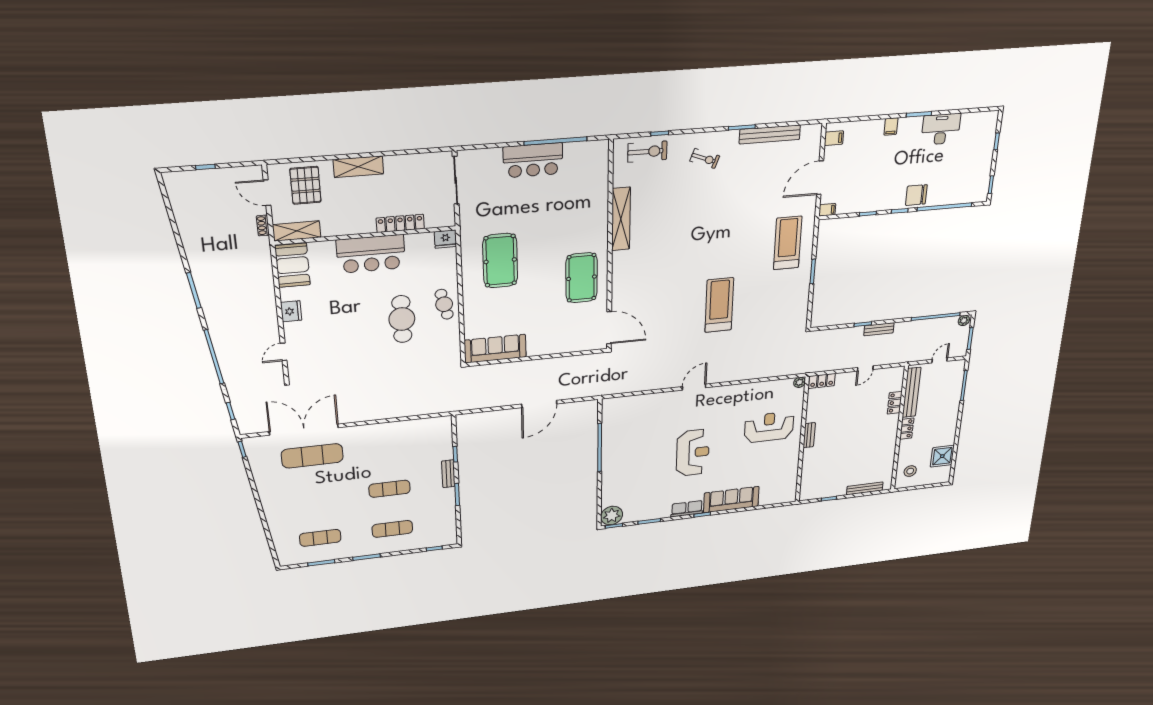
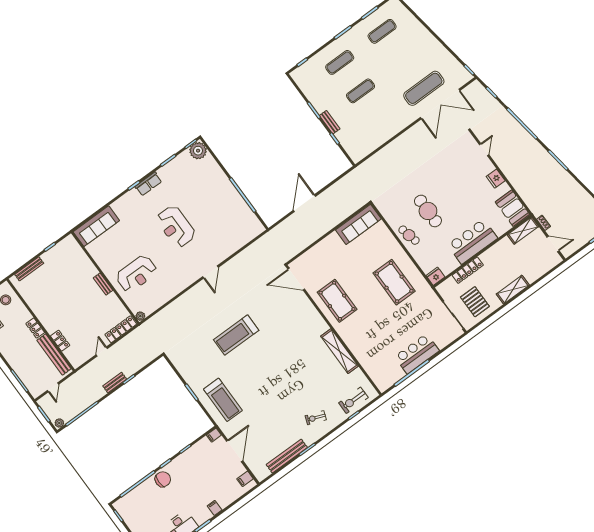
pallet: (305, 185) -> (475, 302), moved
treadmill: (719, 305) -> (236, 335), turned 90
locker: (822, 381) -> (121, 329), width x1.53
sofa: (731, 500) -> (96, 226), moved

